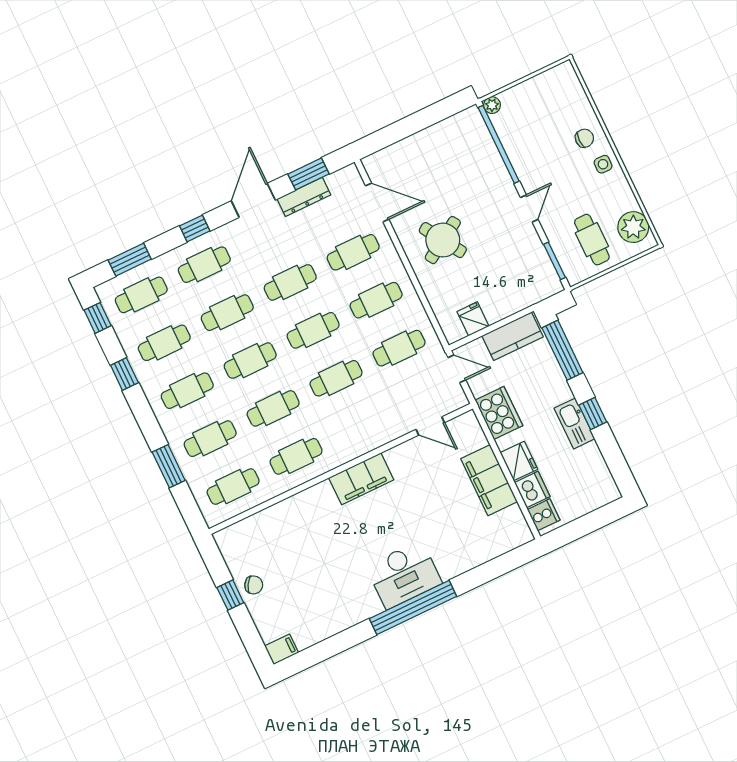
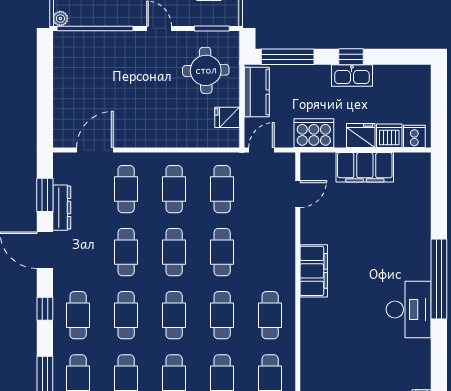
round table: (443, 240) -> (206, 70), moved, turned 30
desk: (404, 575) -> (409, 309), moved

